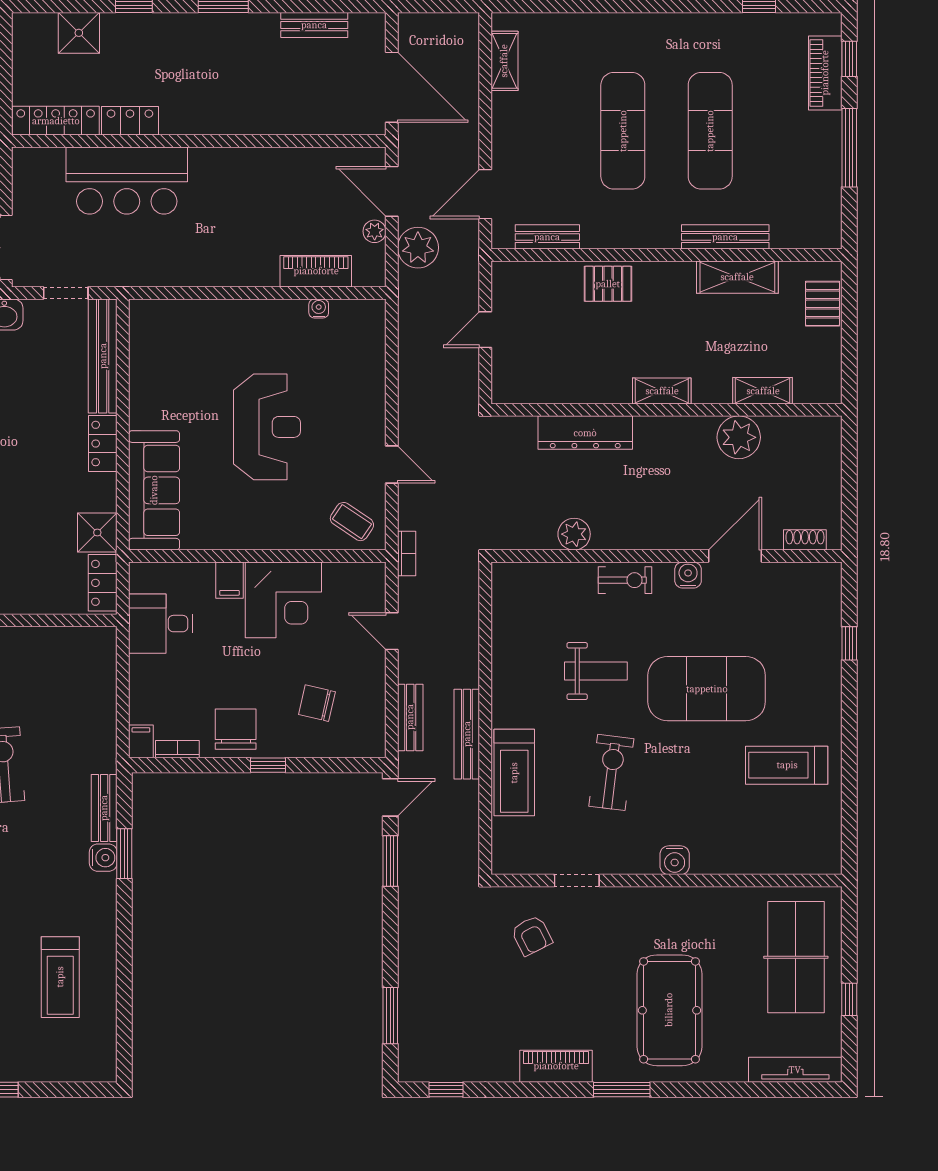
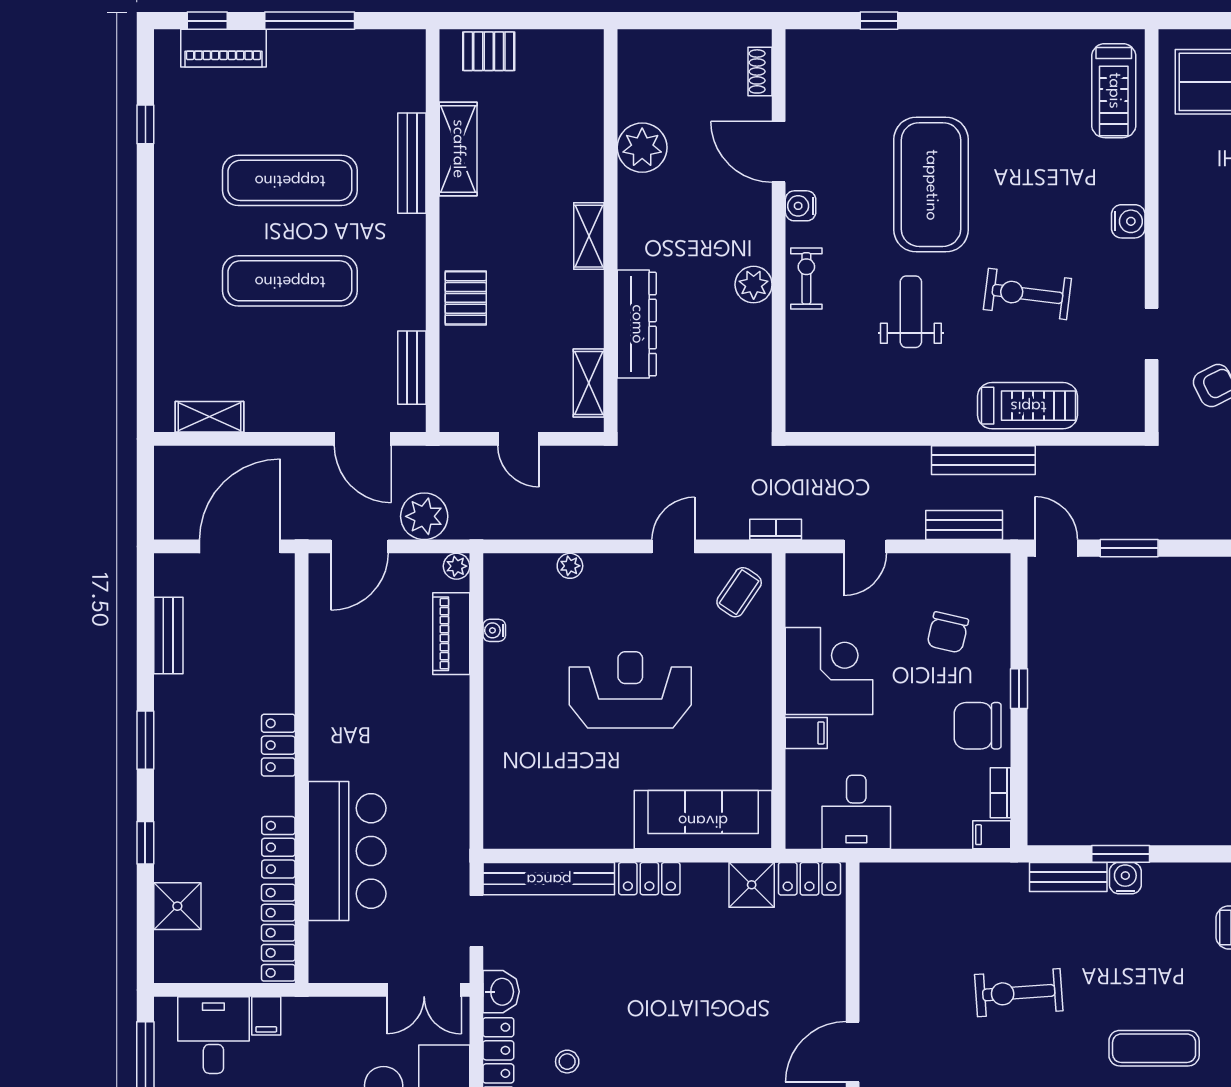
locker: (219, 121) -> (278, 745), added
plant: (375, 231) -> (457, 566), moved
plant: (375, 374) -> (570, 566), added
shelving: (763, 391) -> (589, 383), moved
plant: (574, 534) -> (754, 285), moved
treadmill: (787, 765) -> (1114, 91), moved

